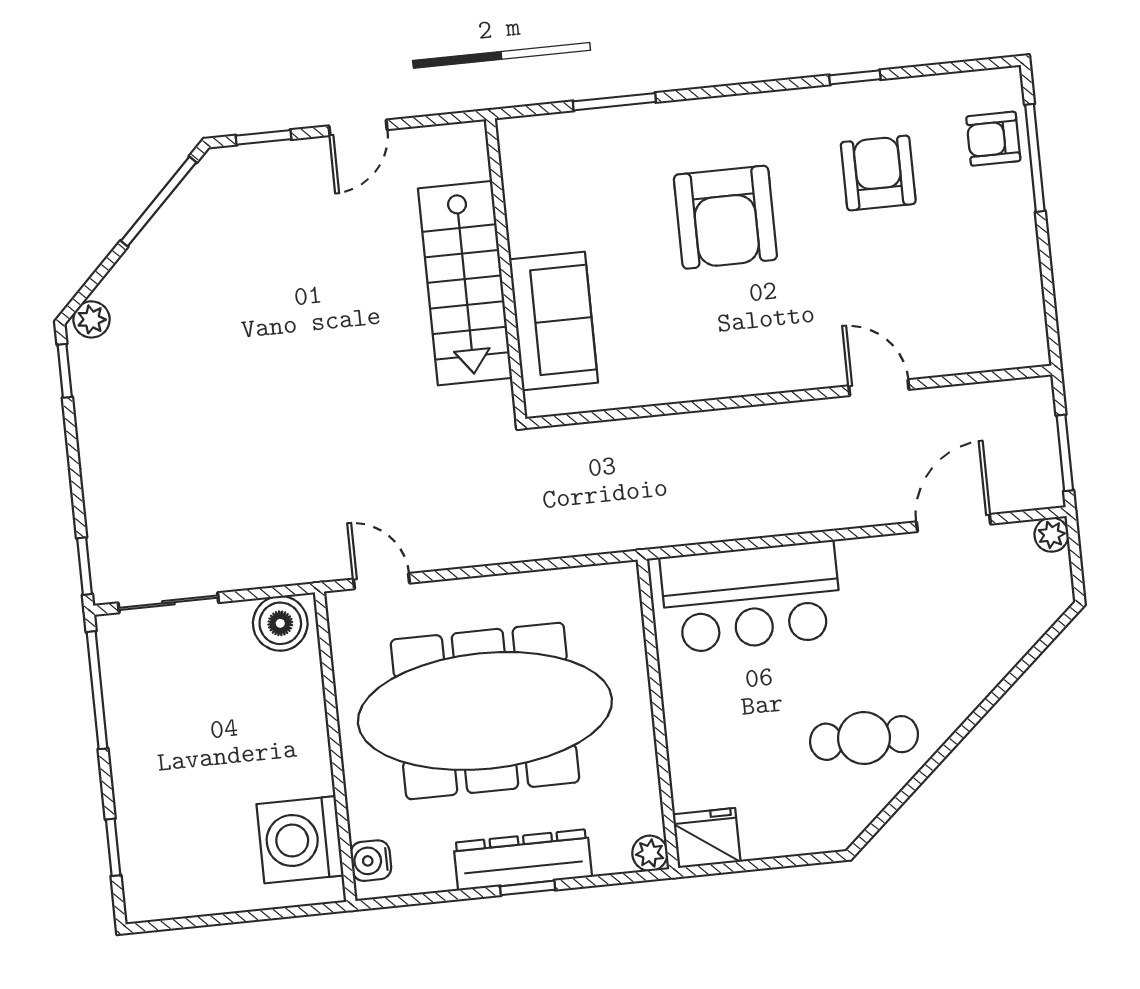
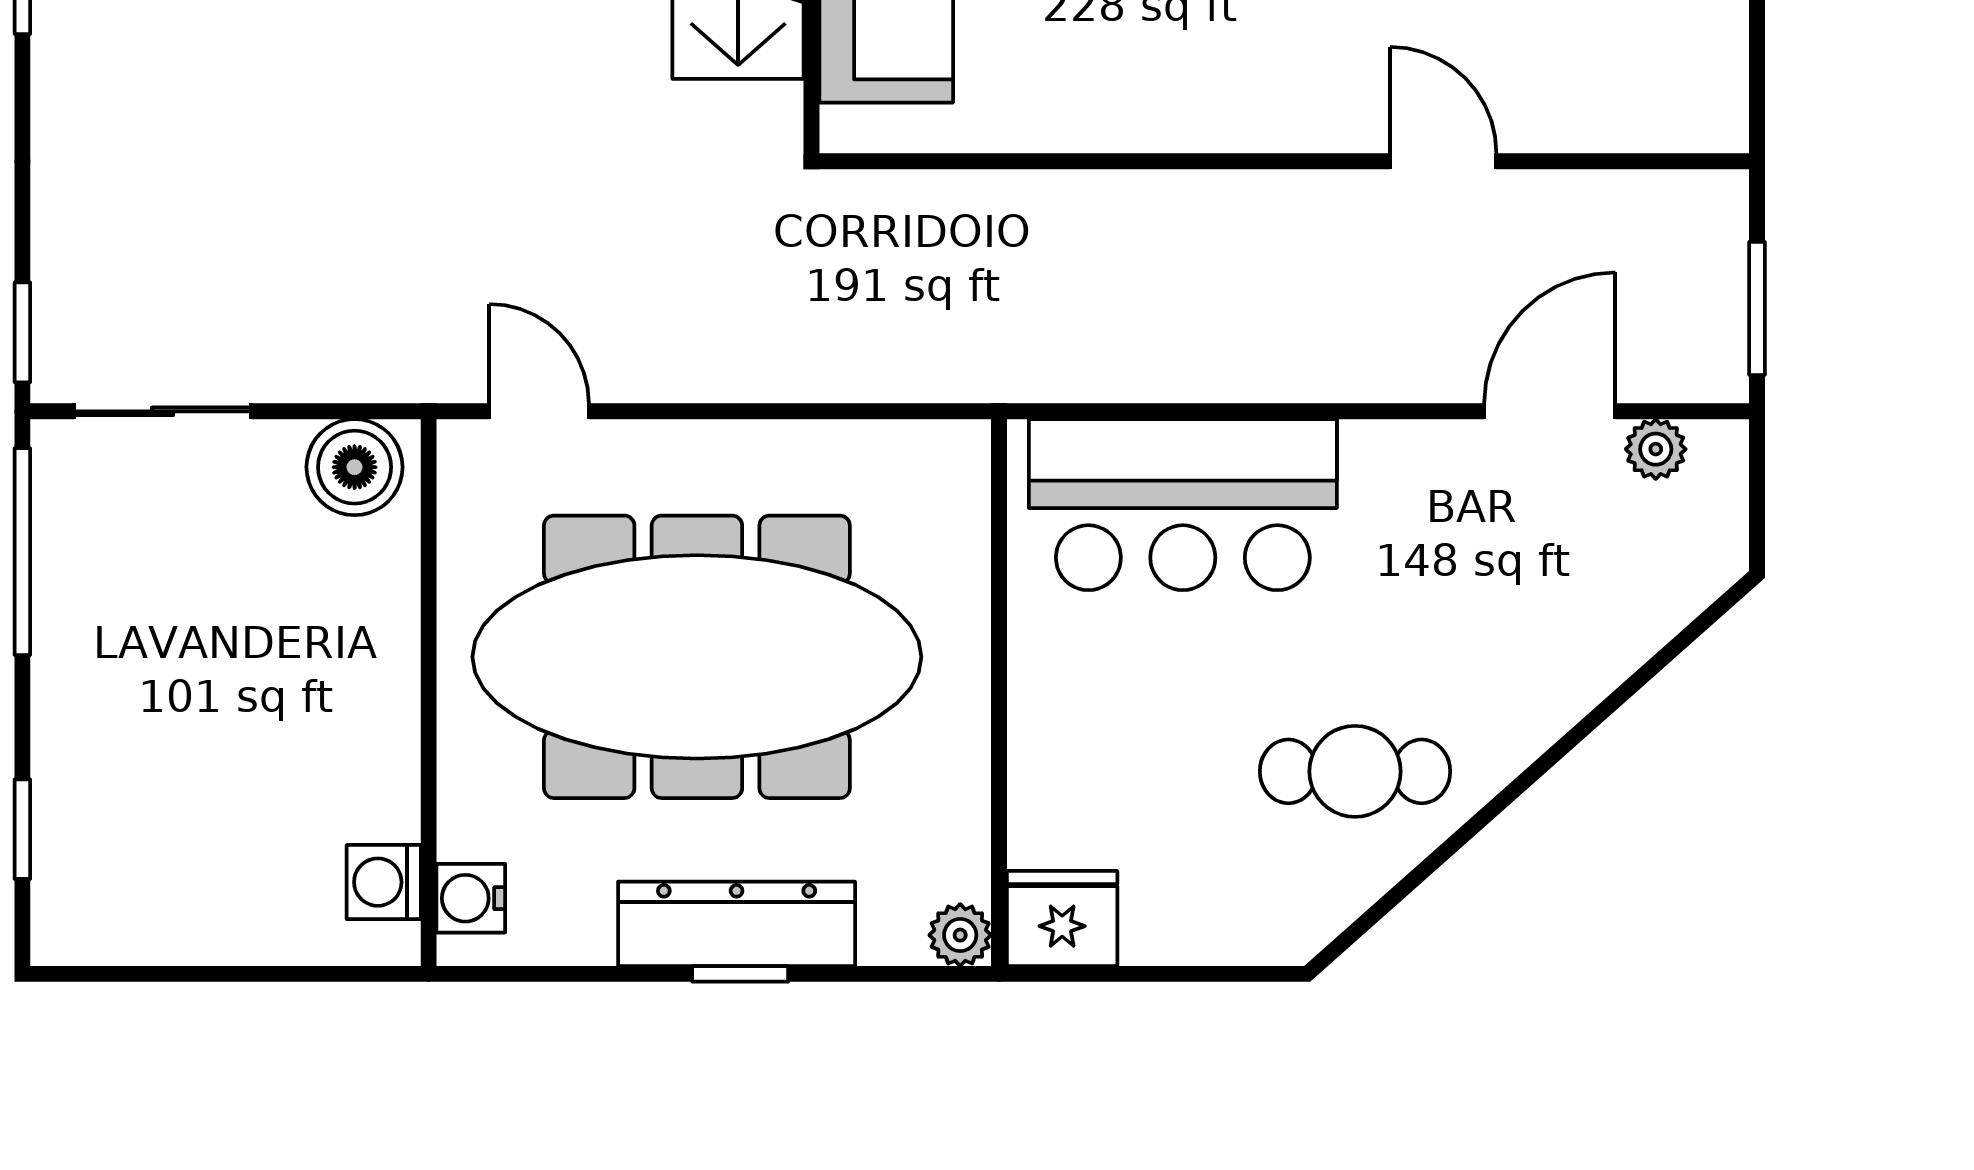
plant: (1052, 535) -> (1656, 449), moved
washing machine: (300, 840) -> (384, 882), width x0.53, depth x0.53

